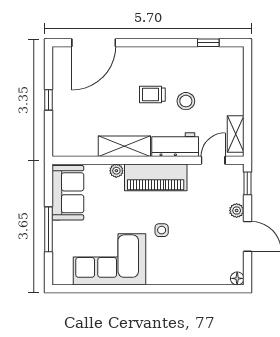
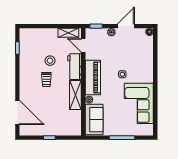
sofa: (68, 193) -> (94, 120), moved, turned 90

